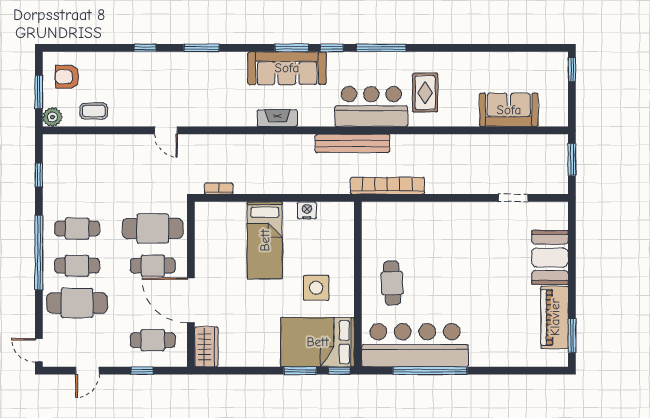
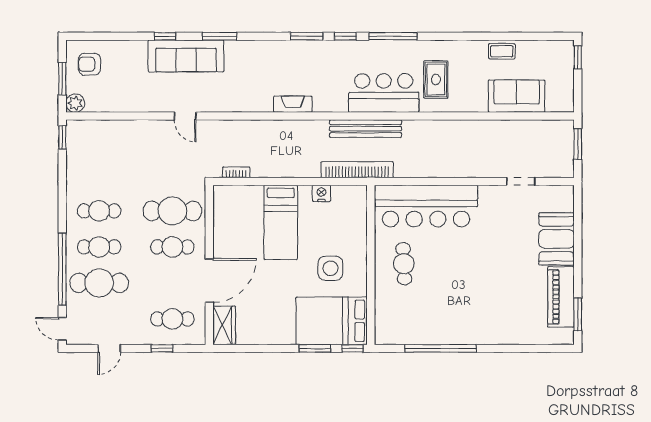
sofa: (287, 68) -> (186, 56), moved
coffee table: (94, 111) -> (502, 51), moved
window: (39, 175) -> (62, 137), moved
bookcase: (387, 186) -> (357, 170), moved
window: (39, 253) -> (62, 269), moved
door: (191, 300) -> (209, 280), swing flipped
bar counter: (415, 345) -> (426, 206), moved, turned 180

